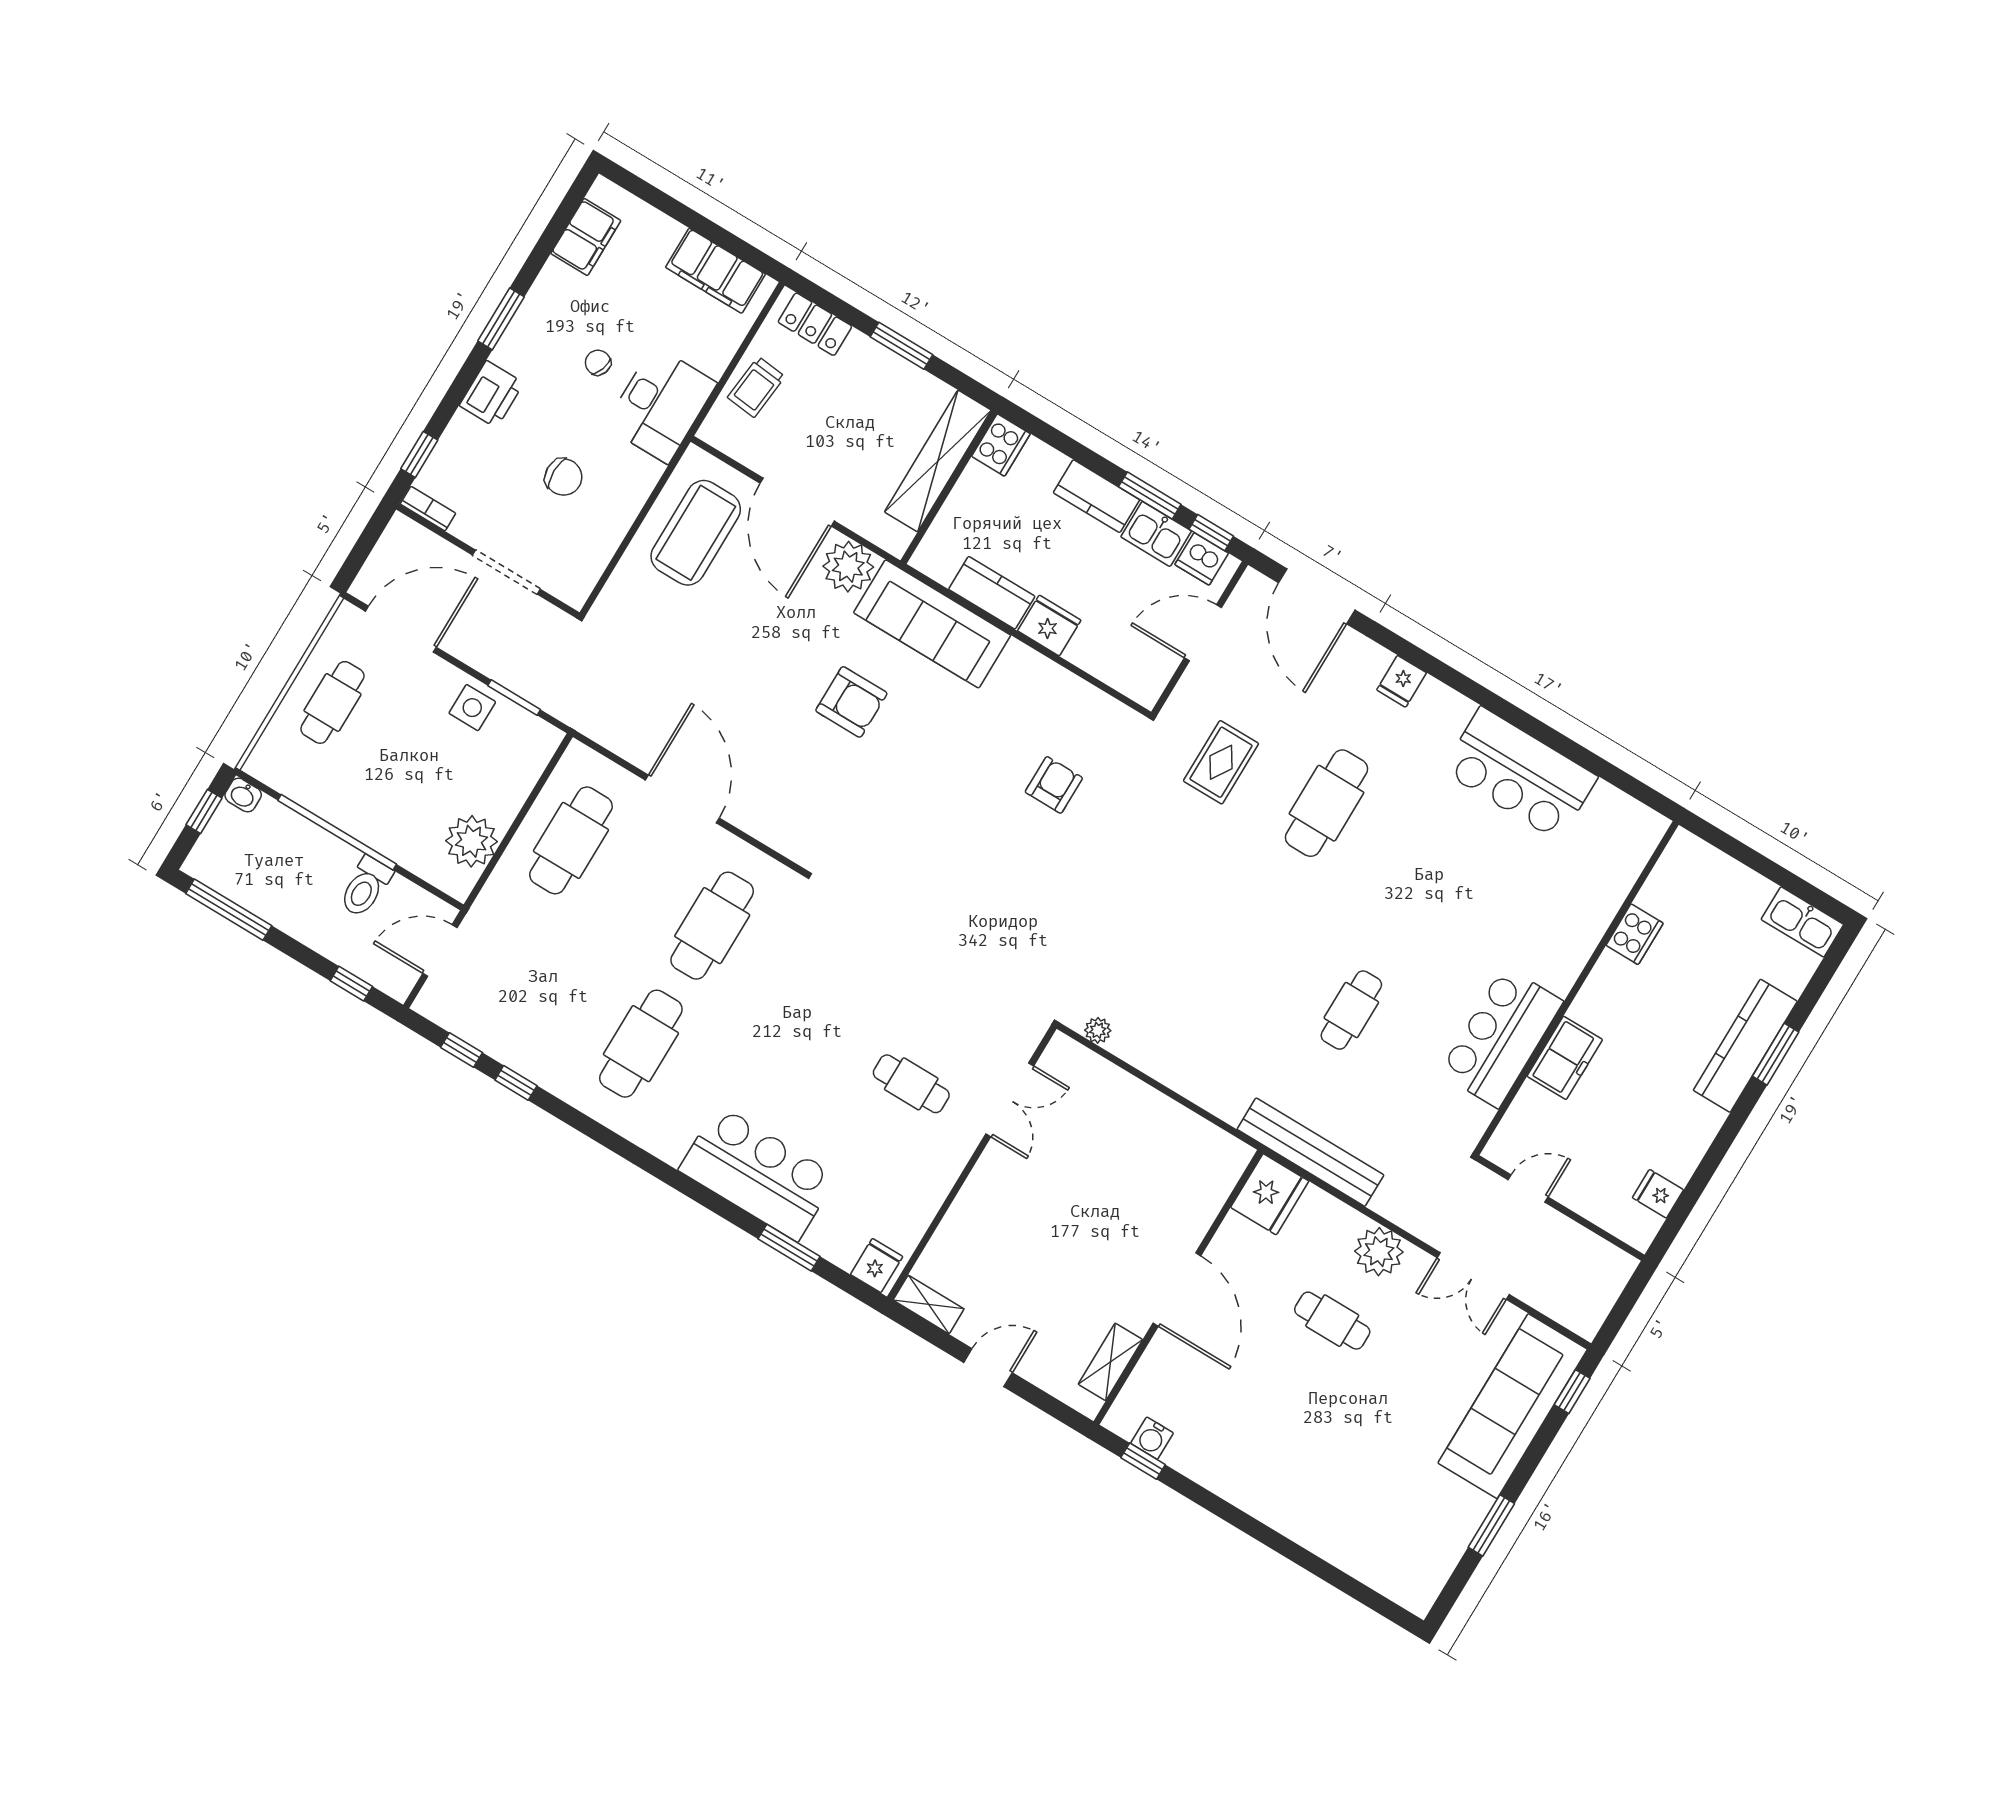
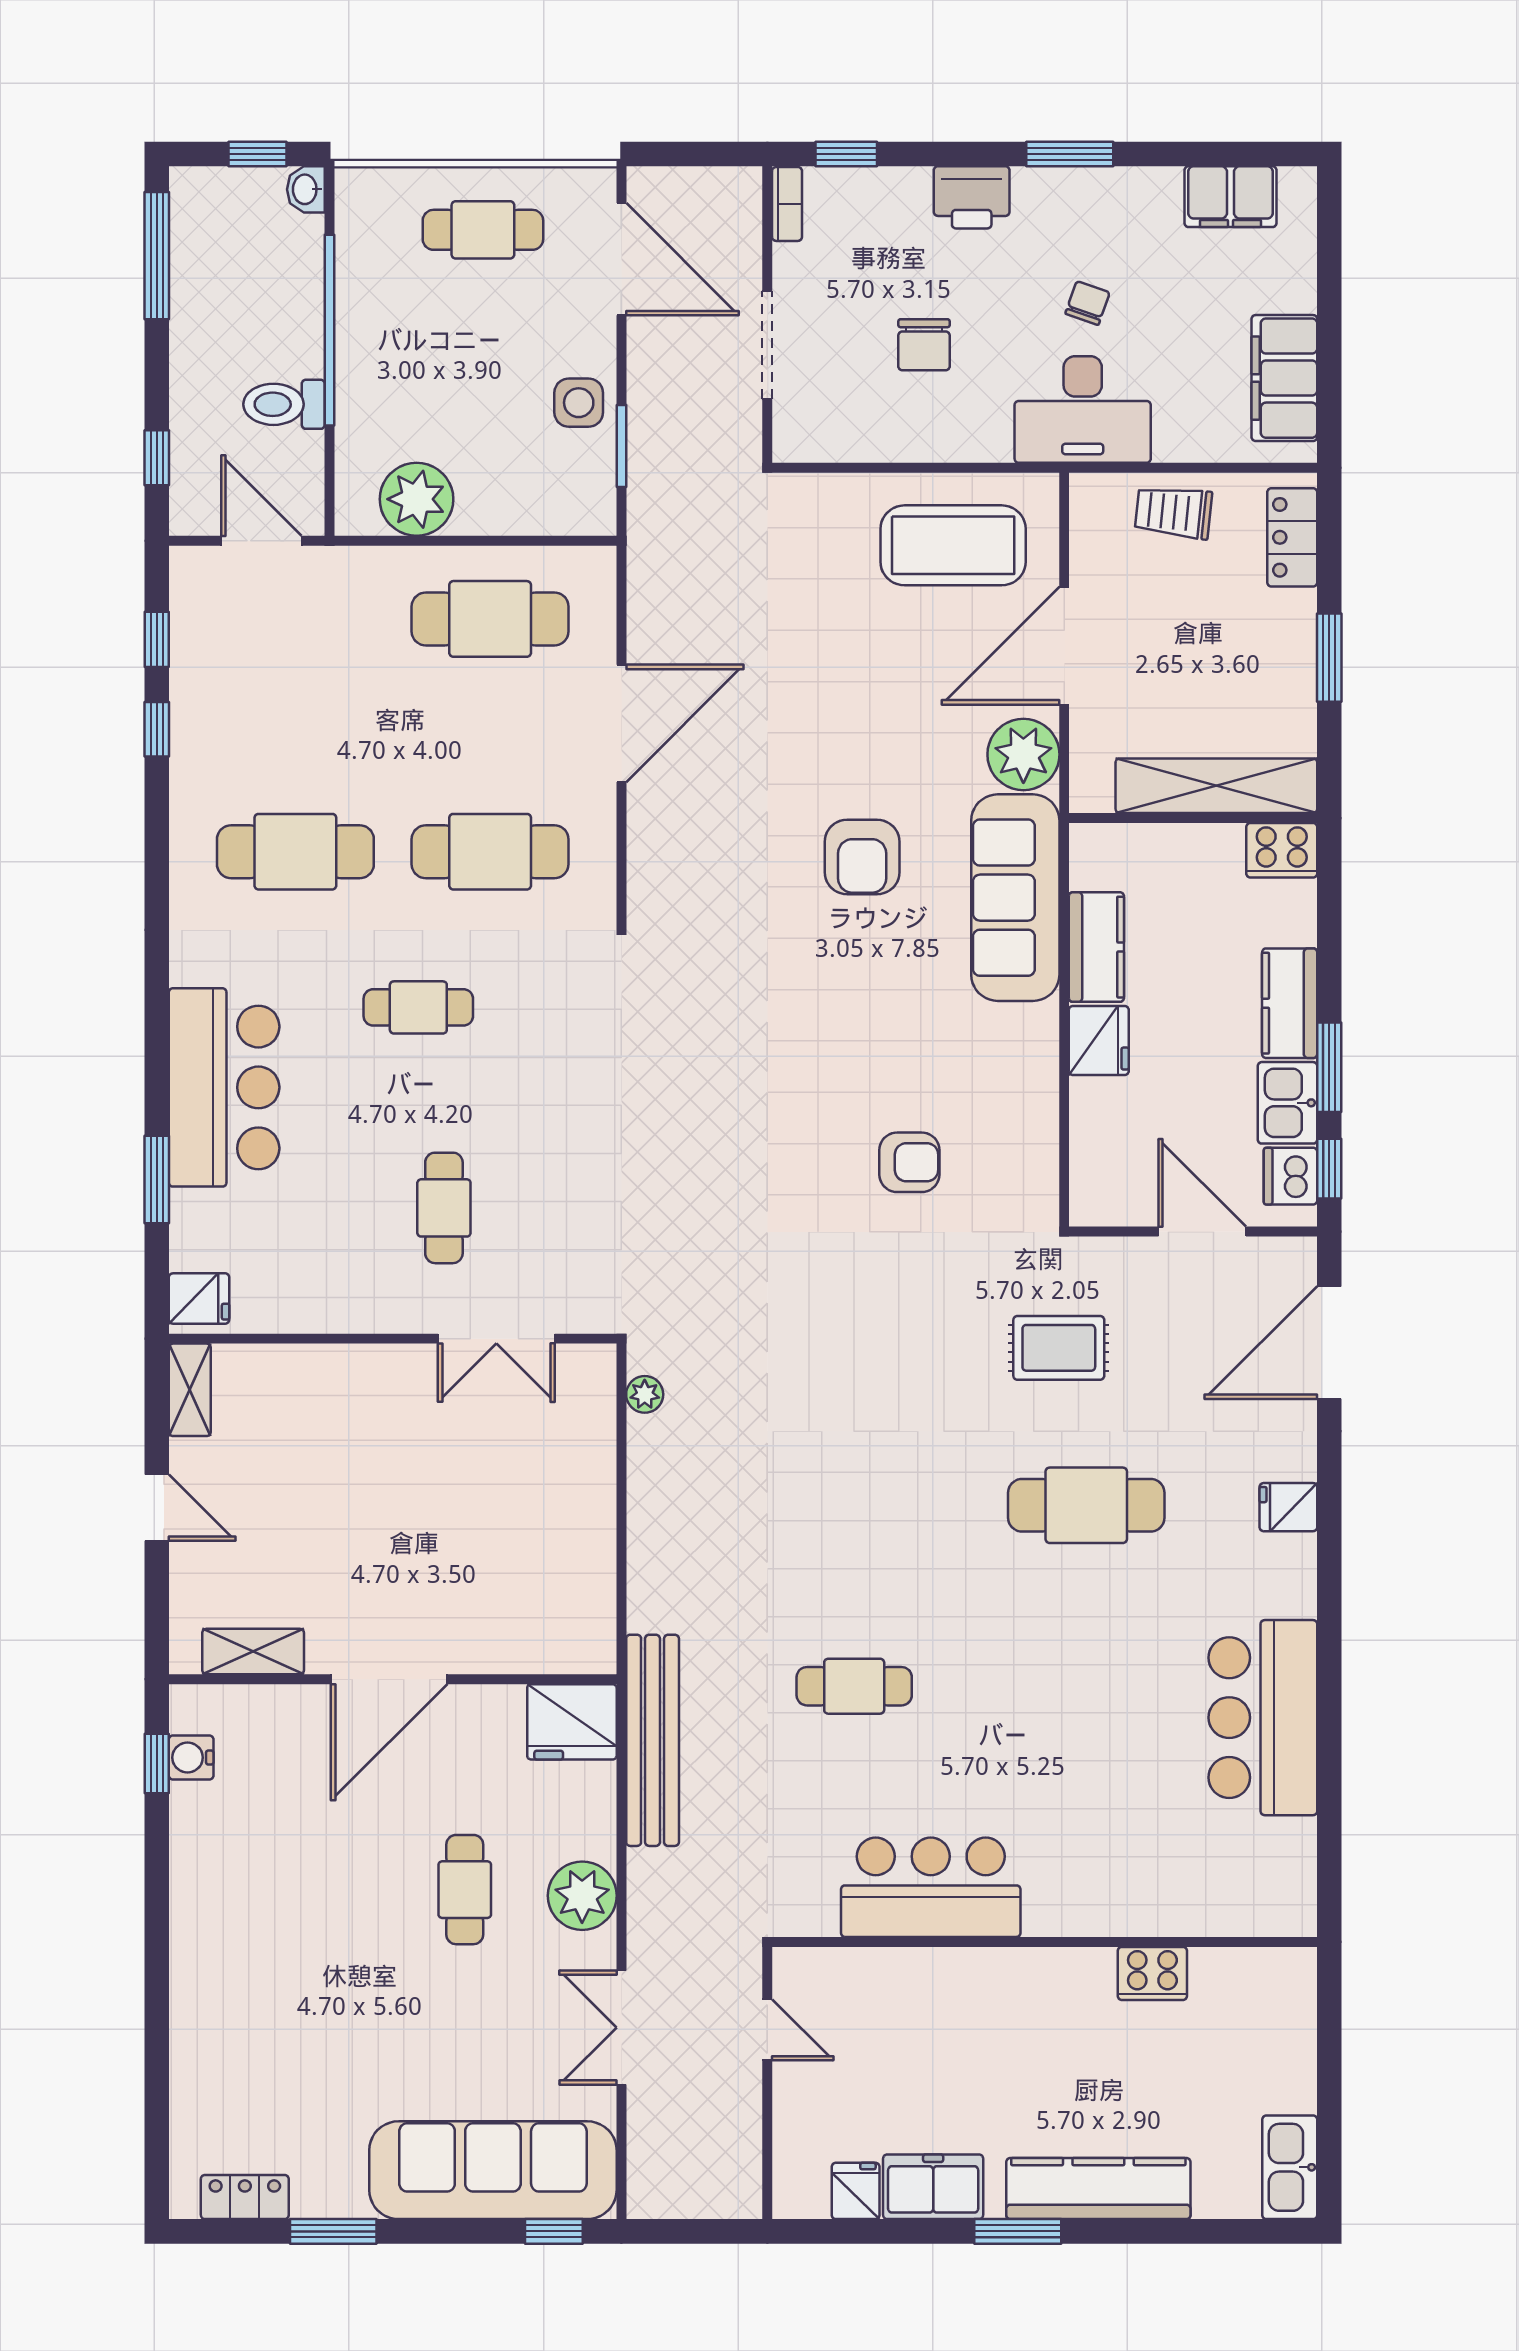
cafe table: (780, 1026) -> (418, 1007), added
window: (1776, 1054) -> (1018, 2231), moved
freezer: (1565, 1058) -> (933, 2187), moved, turned 180
locker: (1438, 1566) -> (245, 2197), added

